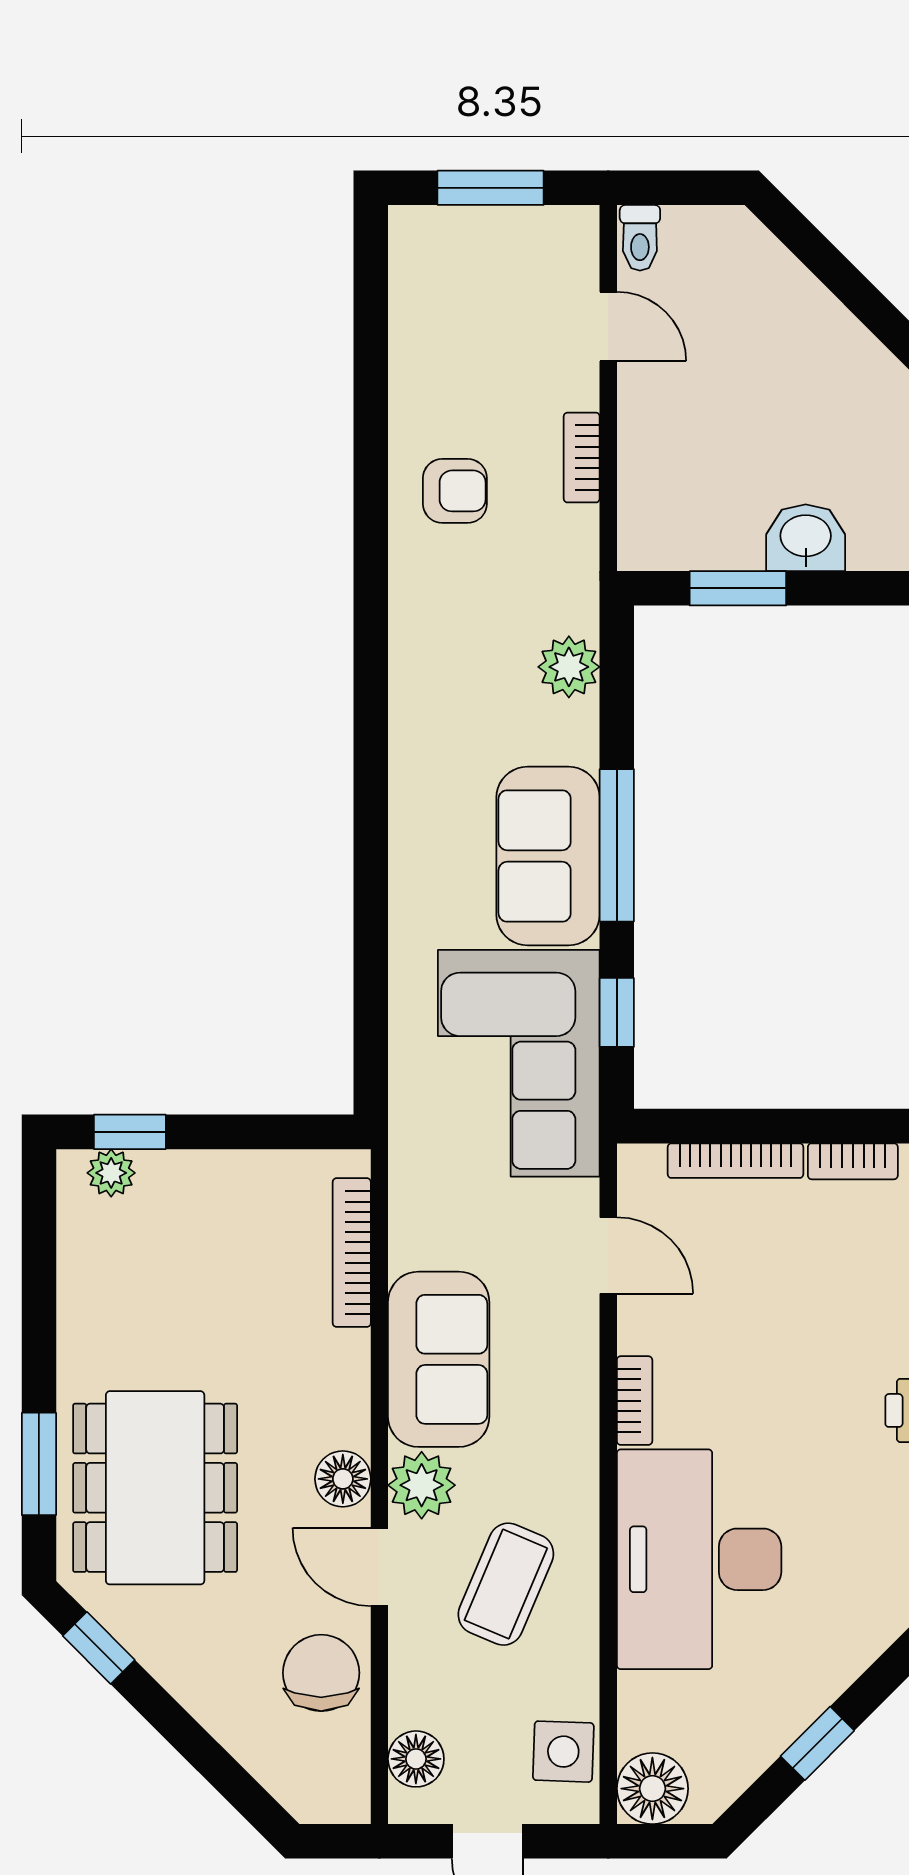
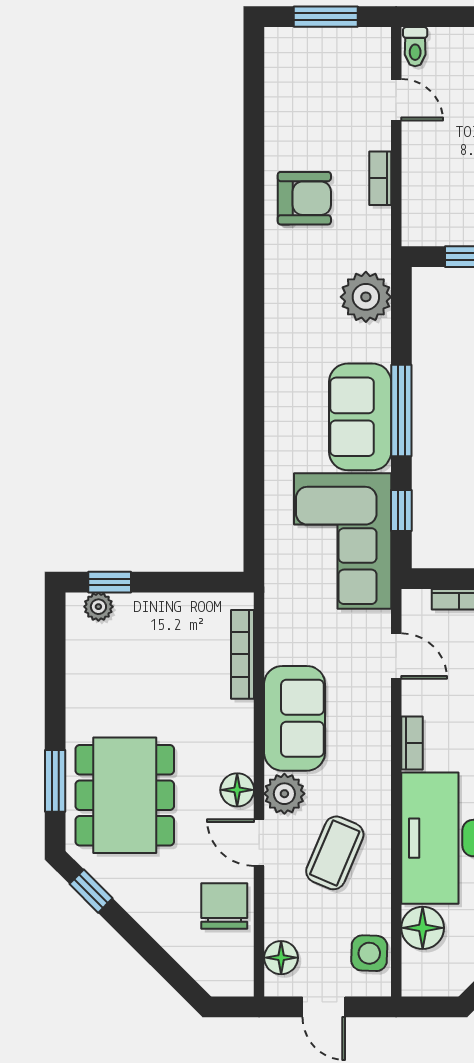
armchair: (455, 491) -> (304, 198), width x1.38, depth x1.38
plant: (569, 667) -> (366, 297), width x1.36, depth x1.36
floor lamp: (652, 1789) -> (423, 928), moved

